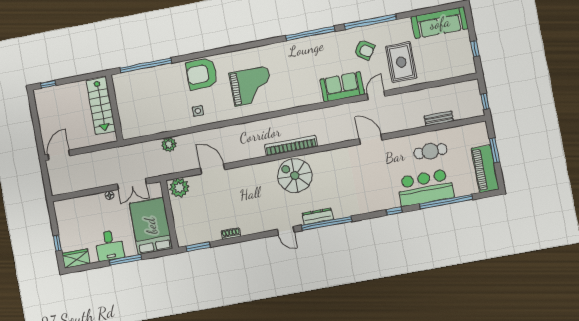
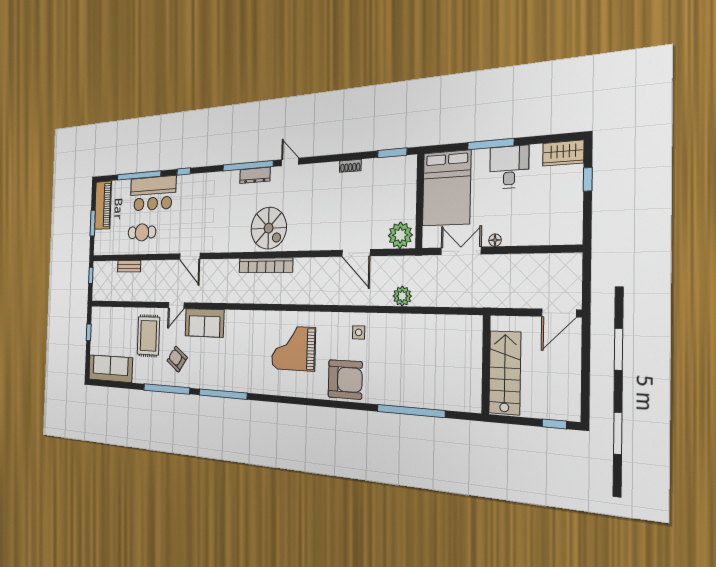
stairs: (101, 106) -> (505, 373), moved
wall: (114, 108) -> (486, 364), moved

